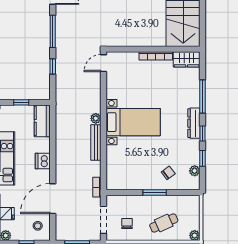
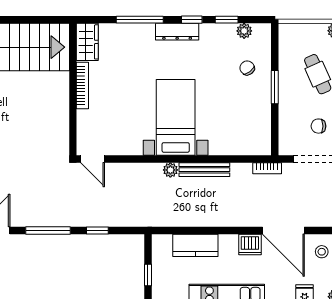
kitchen counter: (42, 121) -> (195, 245), moved
dishwasher: (43, 161) -> (250, 244), moved

